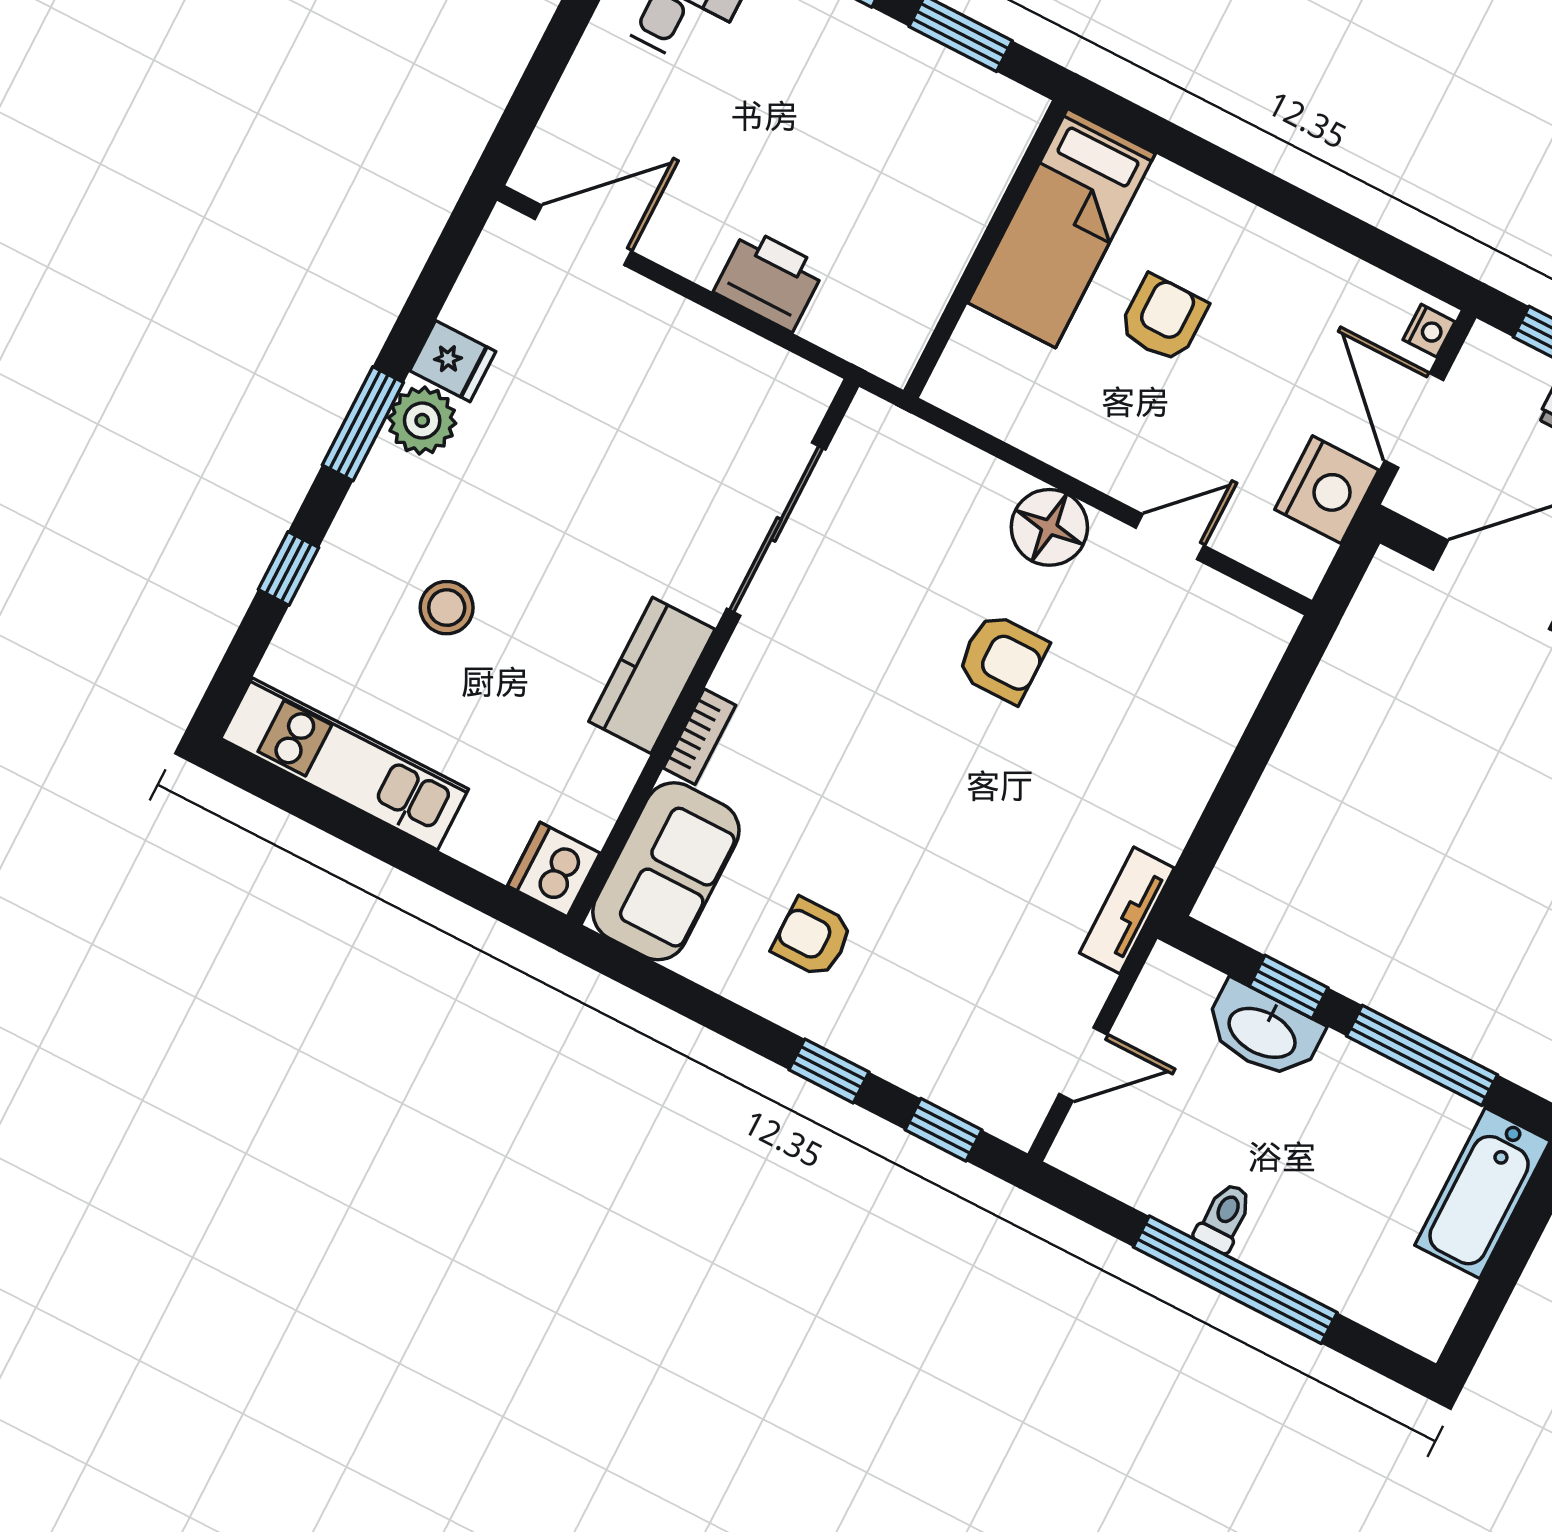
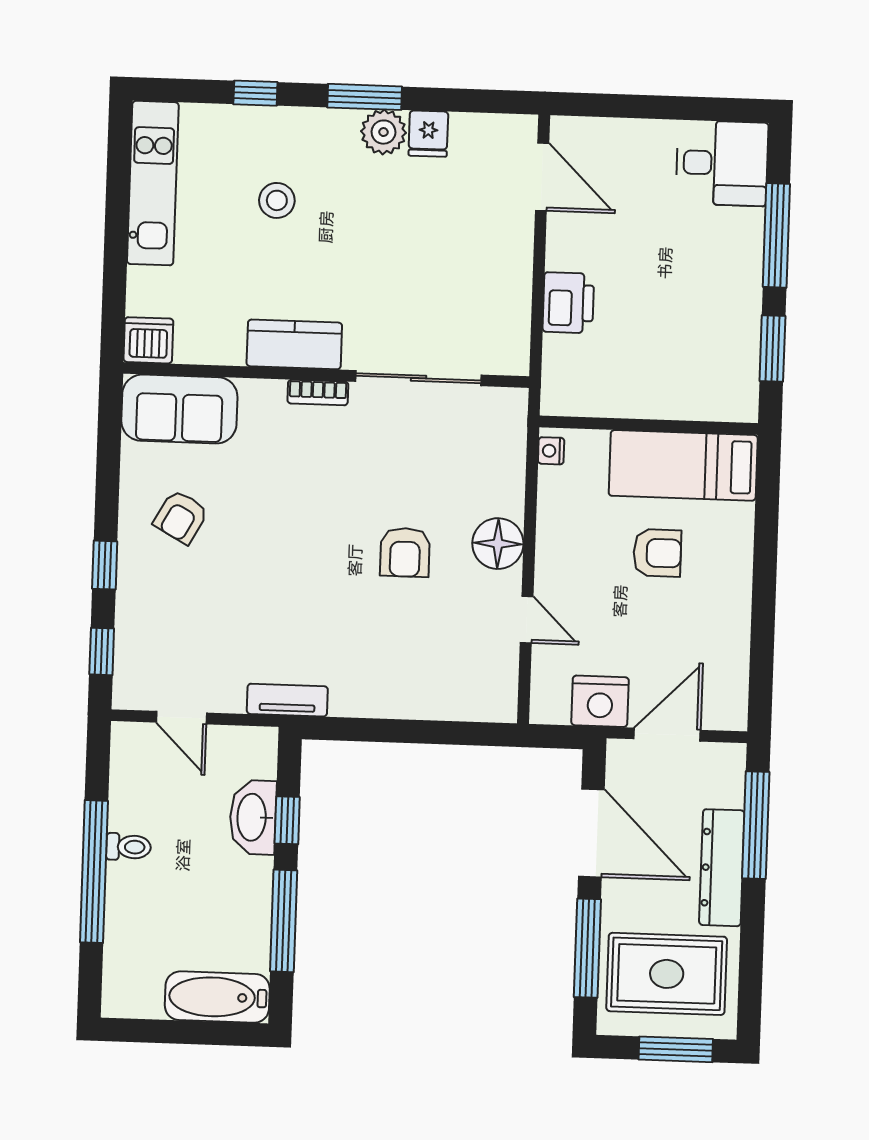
nightstand: (1429, 331) -> (551, 451), moved, turned 90
bookcase: (700, 737) -> (318, 393), moved
armchair: (812, 938) -> (181, 517), turned -151

